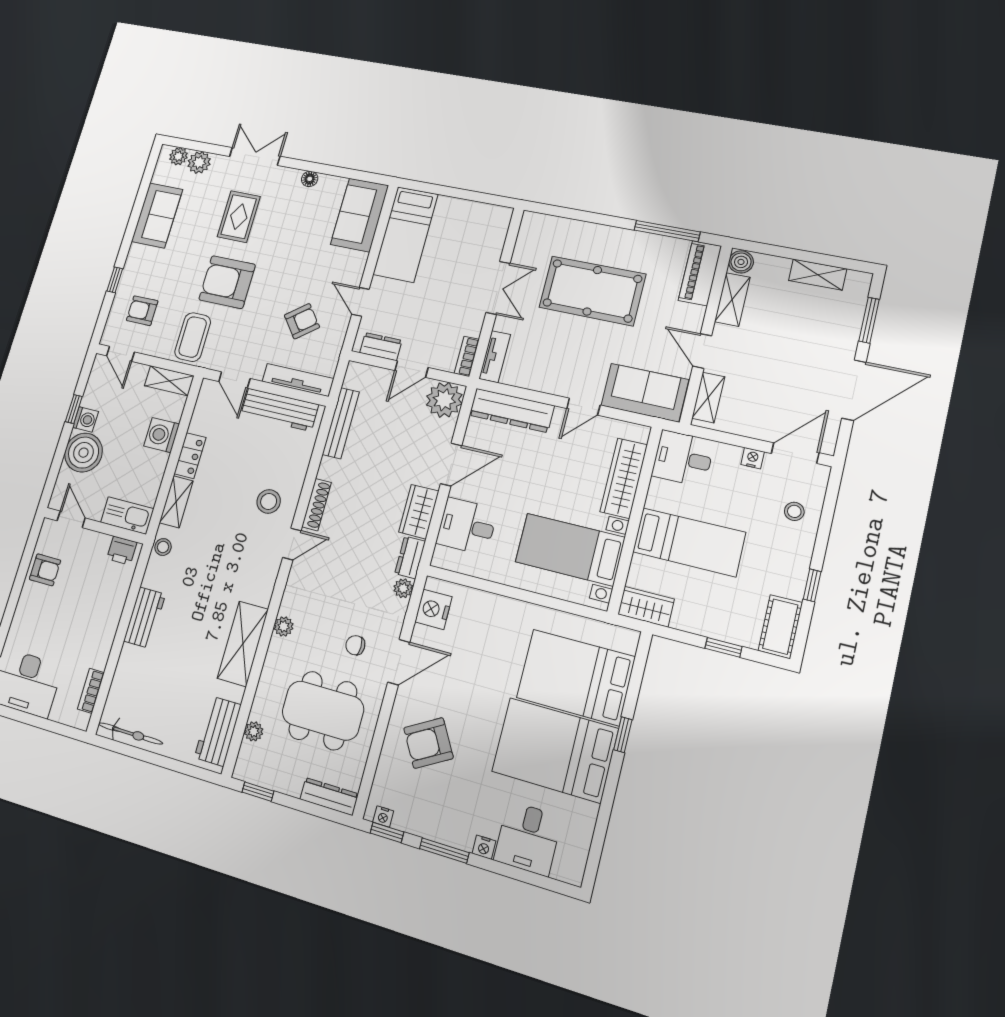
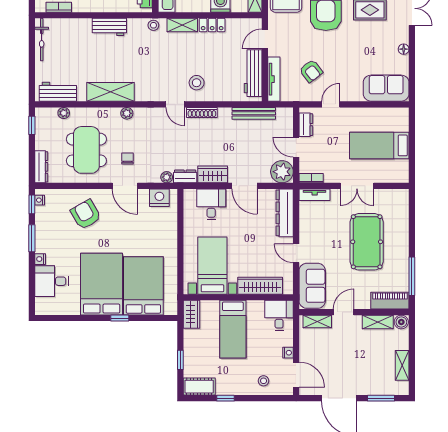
bed: (406, 234) -> (379, 145), moved

